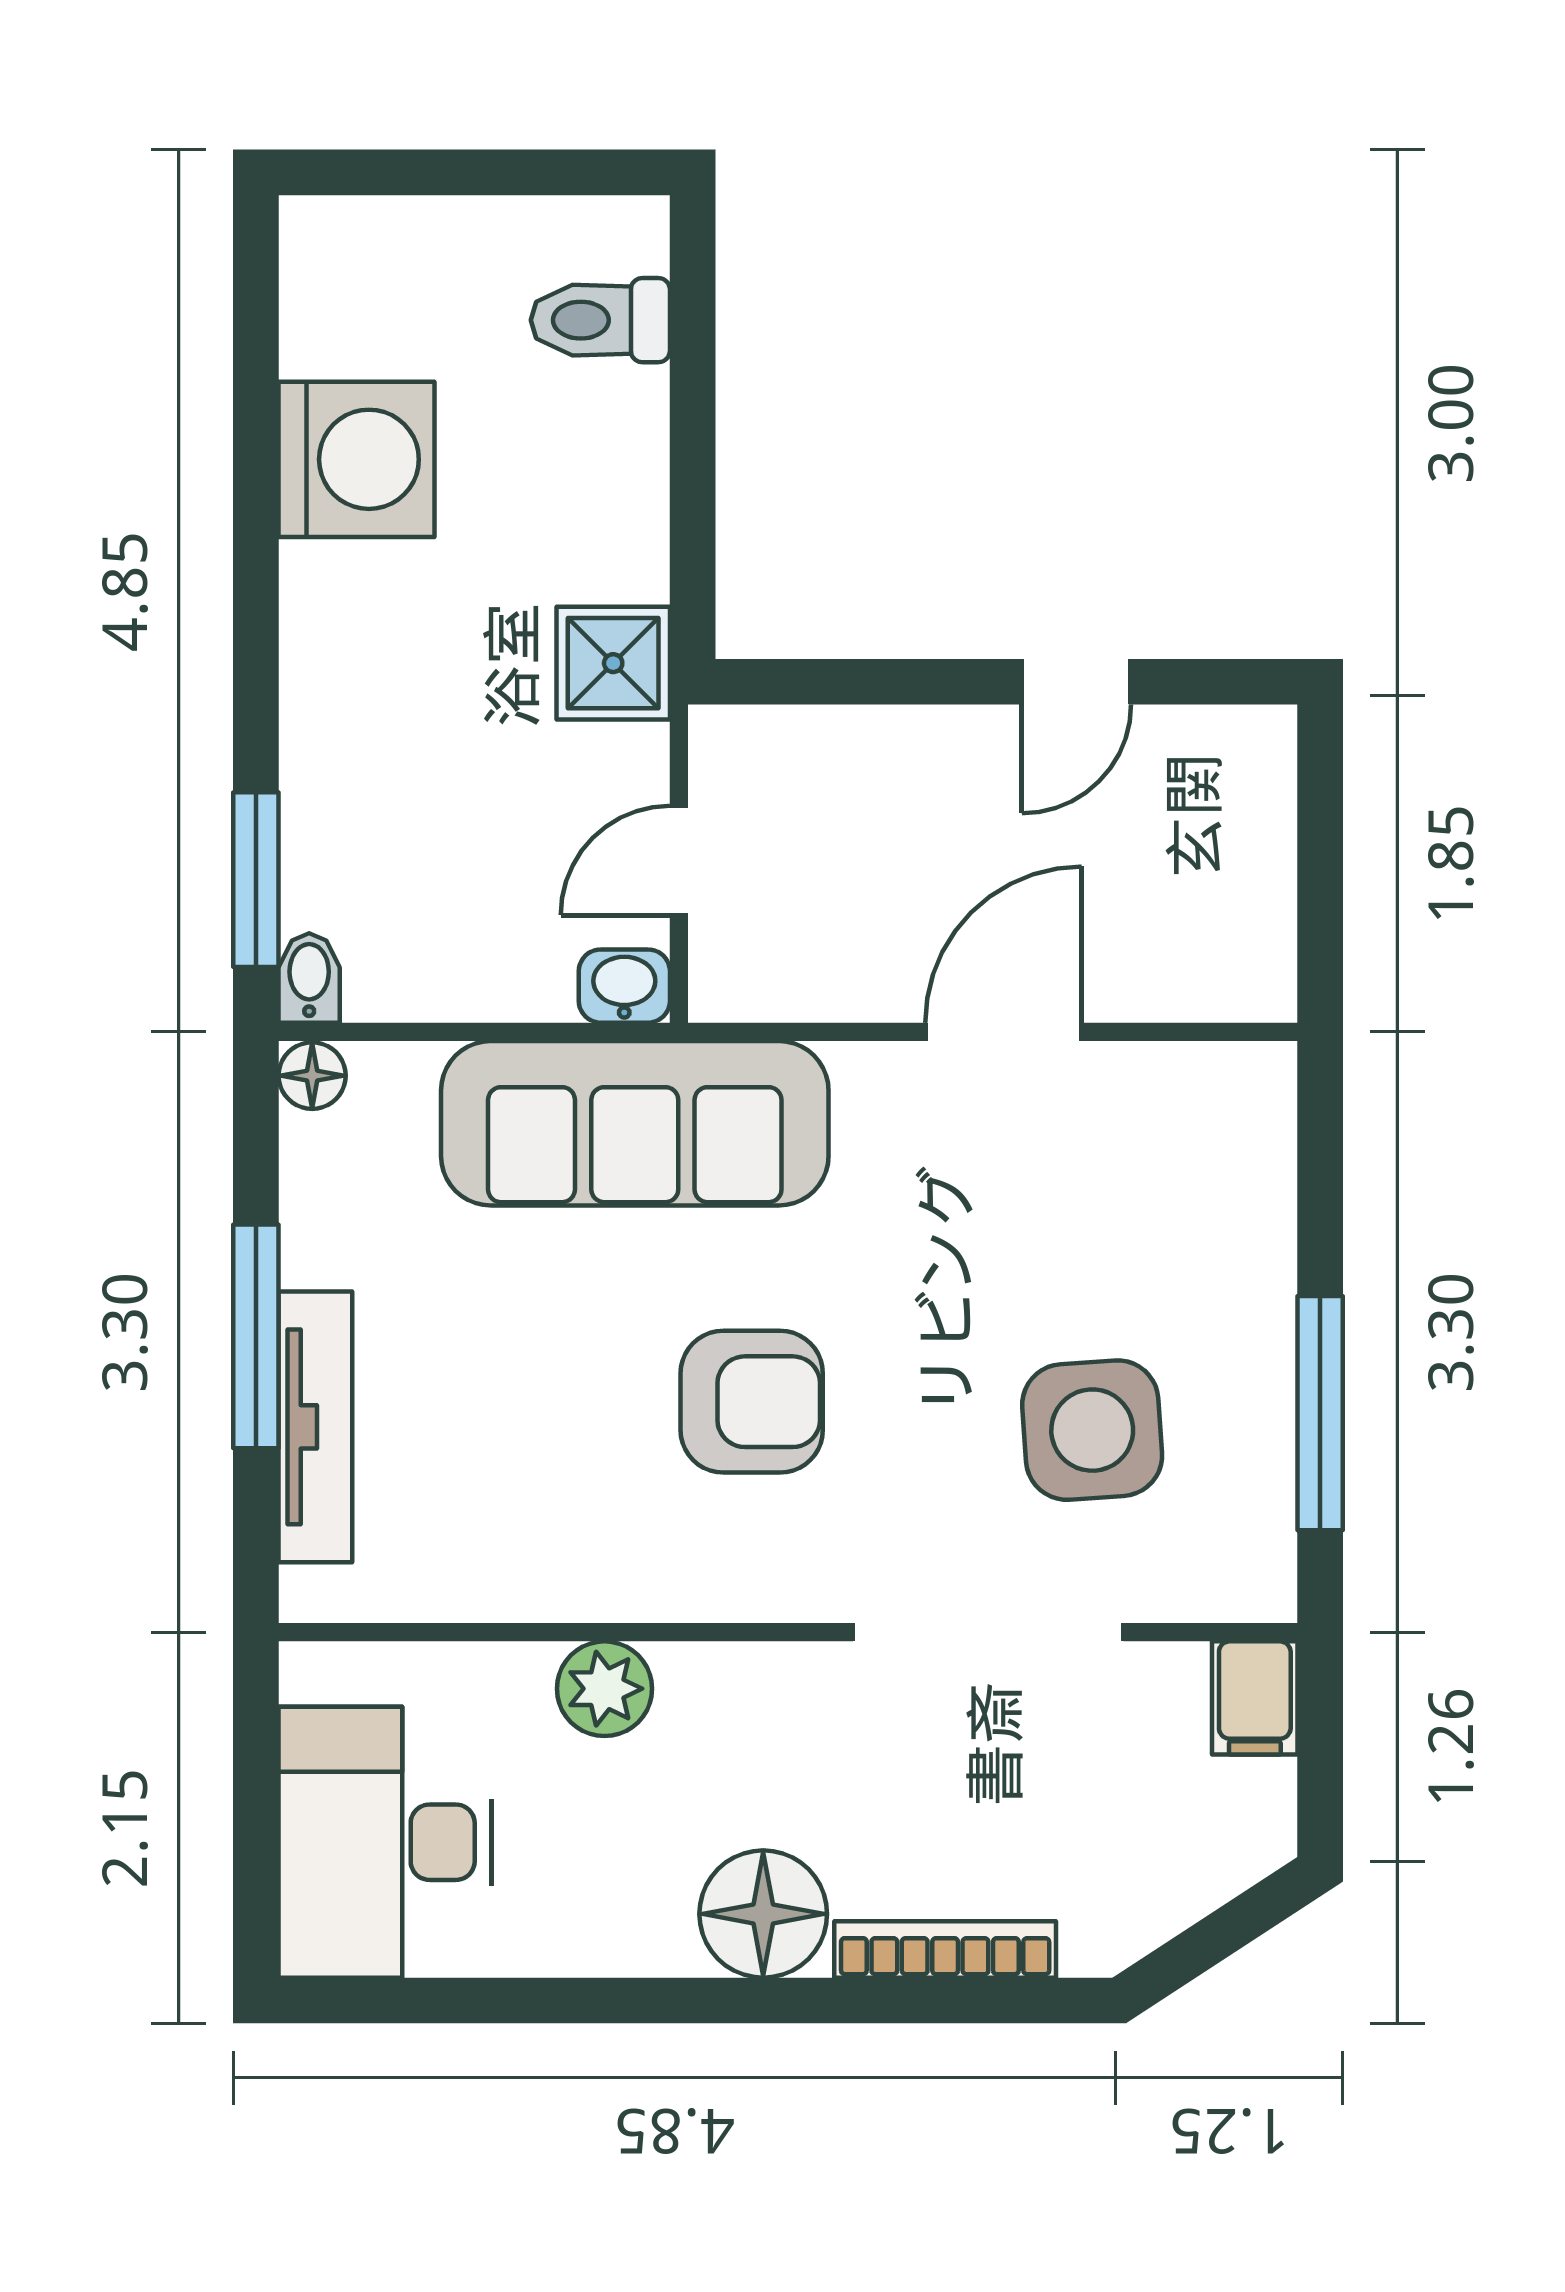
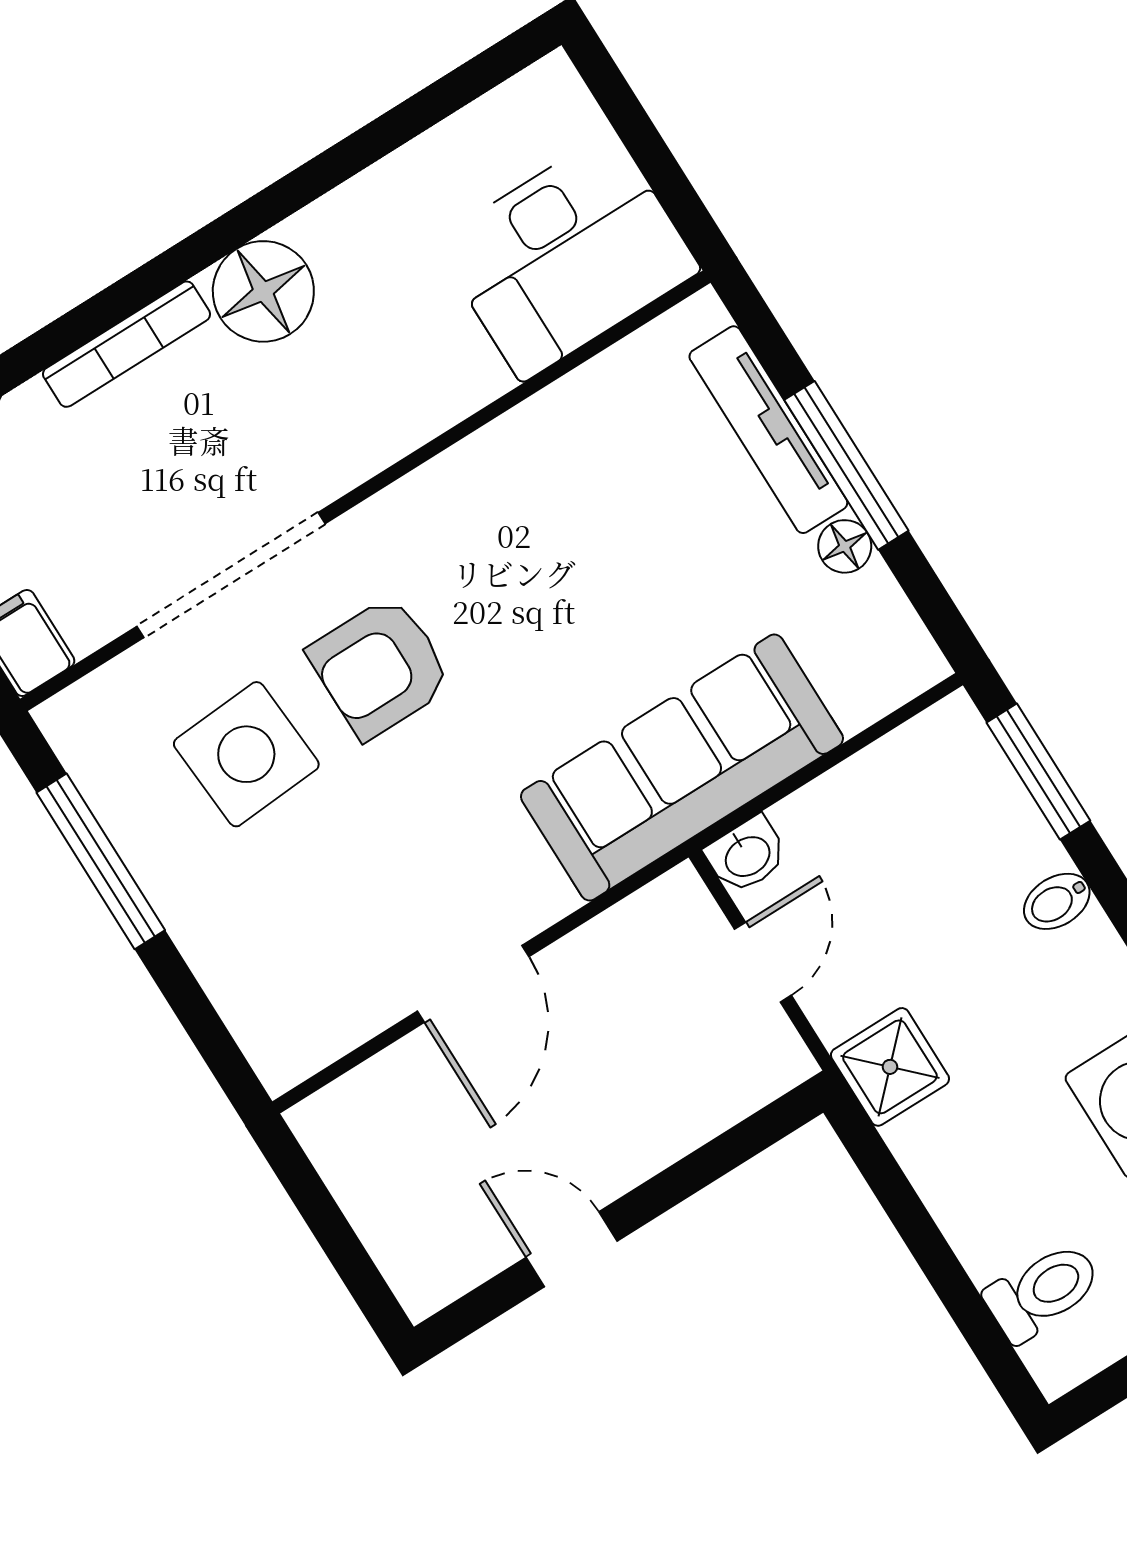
door: (1076, 682) -> (572, 1249), hinge flipped
bidet: (309, 978) -> (1057, 901), moved, turned 90
floor lamp: (312, 1076) -> (845, 546), moved
armchair: (752, 1402) -> (380, 667), moved
plant: (605, 1689) -> (464, 376), removed
desk: (385, 1842) -> (567, 256), moved, turned 90

